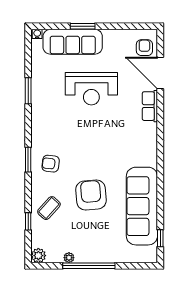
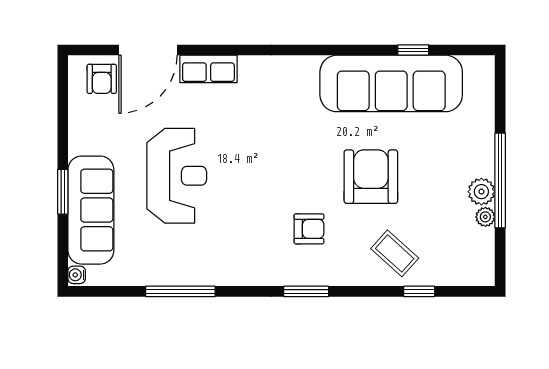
armchair: (144, 48) -> (102, 79), turned -90
window: (28, 91) -> (180, 291), width x1.44
armchair: (51, 164) -> (309, 229), moved, turned -97
armchair: (91, 195) -> (371, 177), turned 95
window: (160, 238) -> (413, 50), moved
plant: (38, 256) -> (481, 192), moved

